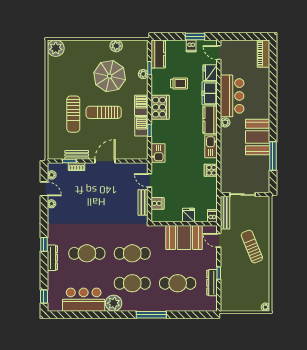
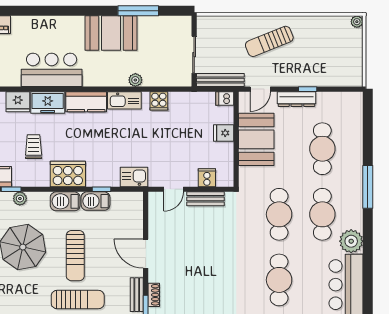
plant: (225, 122) -> (135, 80), moved
dresser: (212, 283) -> (296, 99), moved

